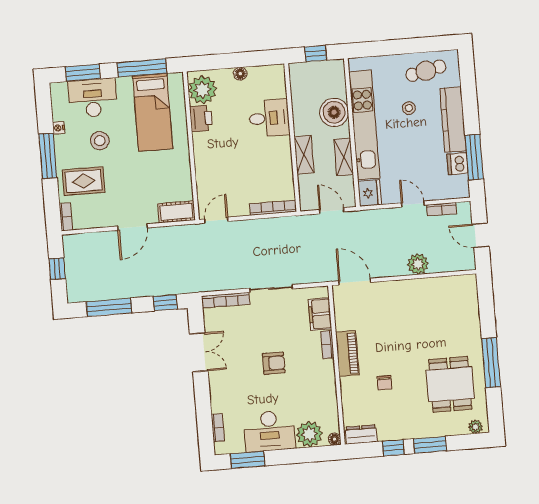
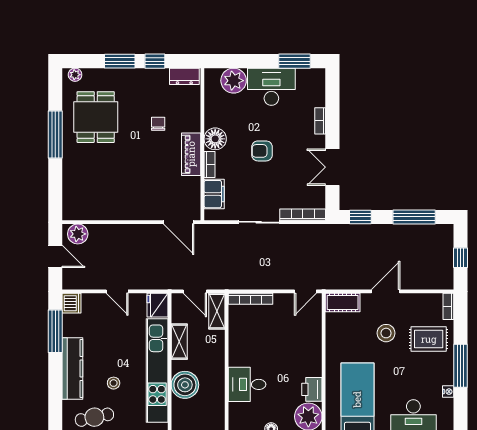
stool: (100, 141) -> (386, 333), moved
shelving: (304, 155) -> (217, 311), moved
dishwasher: (458, 164) -> (72, 303), moved
bookcase: (442, 209) -> (90, 284), removed
plant: (418, 264) -> (78, 234), moved
bookcase: (218, 428) -> (320, 121), moved
floor lamp: (335, 439) -> (215, 139), moved, width x1.89, depth x1.89

